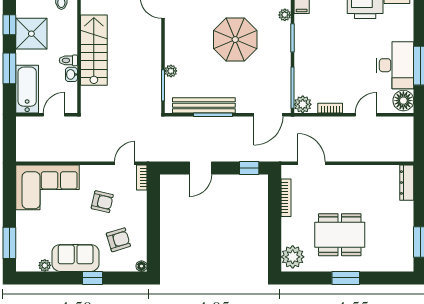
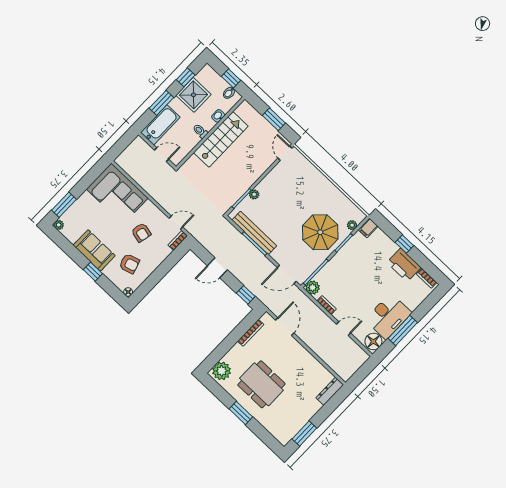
parasol: (235, 40) -> (320, 232), moved
washbasin: (71, 74) -> (218, 116), moved
plant: (45, 265) -> (59, 225), moved

